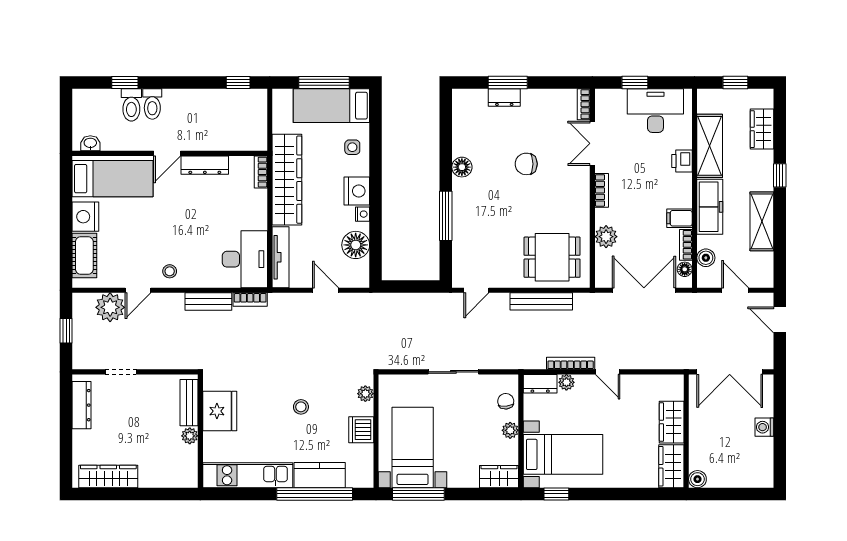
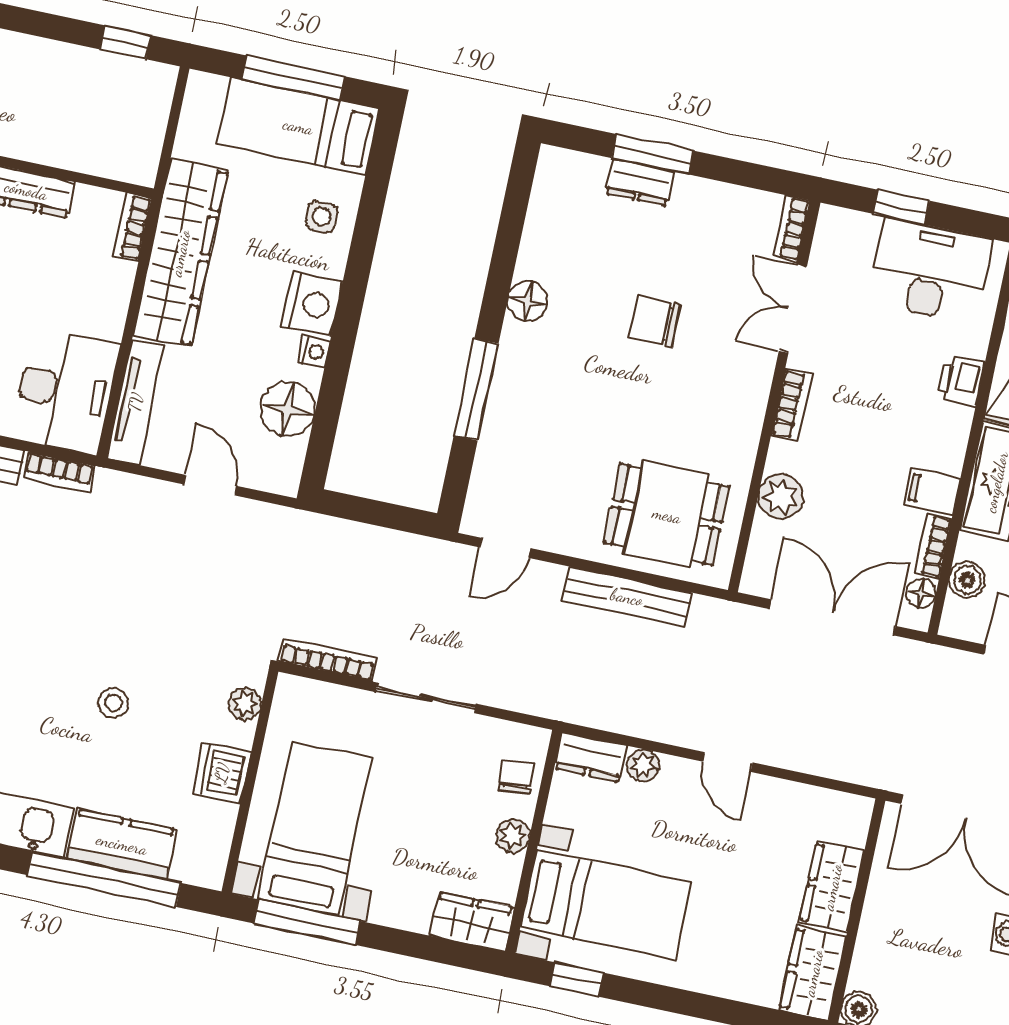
bookcase: (571, 363) -> (328, 660), moved

